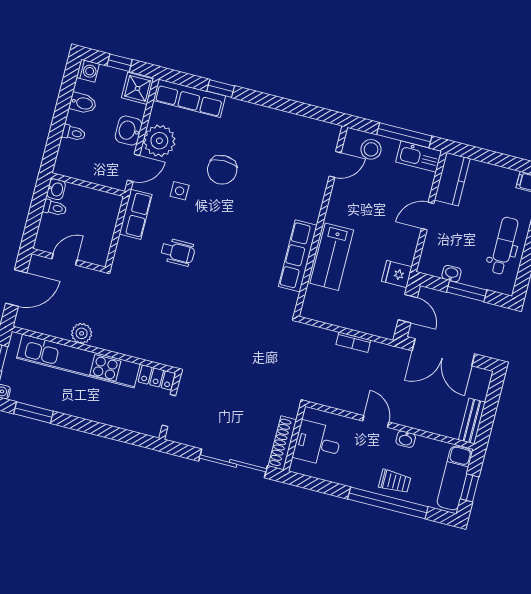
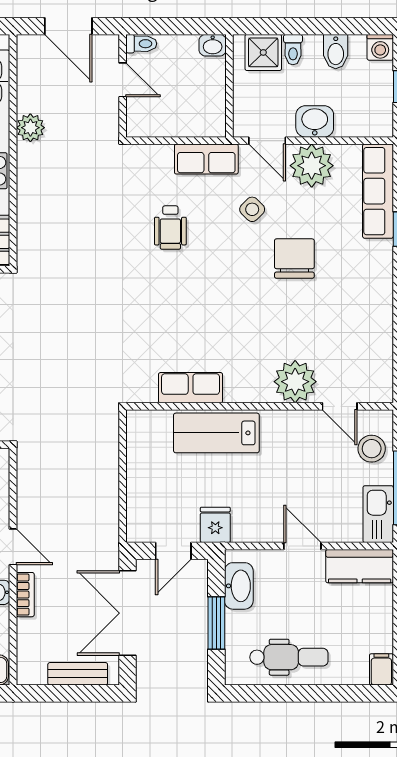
shower: (138, 88) -> (263, 52), moved
chair: (222, 170) -> (294, 259), turned 90
side table: (180, 191) -> (252, 209), turned 45
plant: (310, 192) -> (295, 382), added
toilet: (55, 208) -> (141, 44), moved, turned -90
row of seats: (298, 256) -> (191, 388), width x0.68
washbasin: (451, 274) -> (239, 586), width x1.91, depth x1.45
bookcase: (353, 342) -> (25, 595), moved, turned 180
bench: (472, 421) -> (78, 674), moved
door: (376, 422) -> (13, 547), hinge flipped

